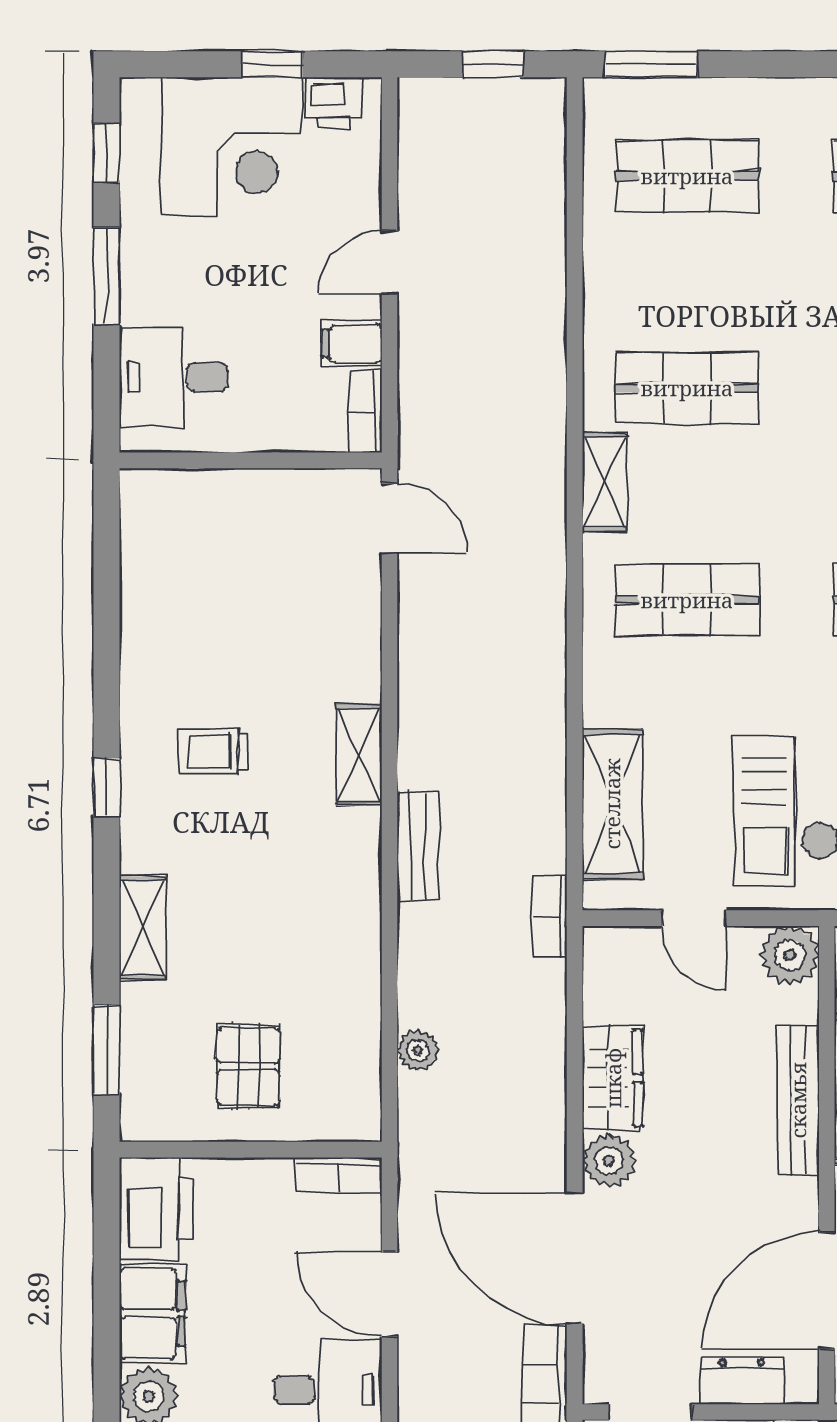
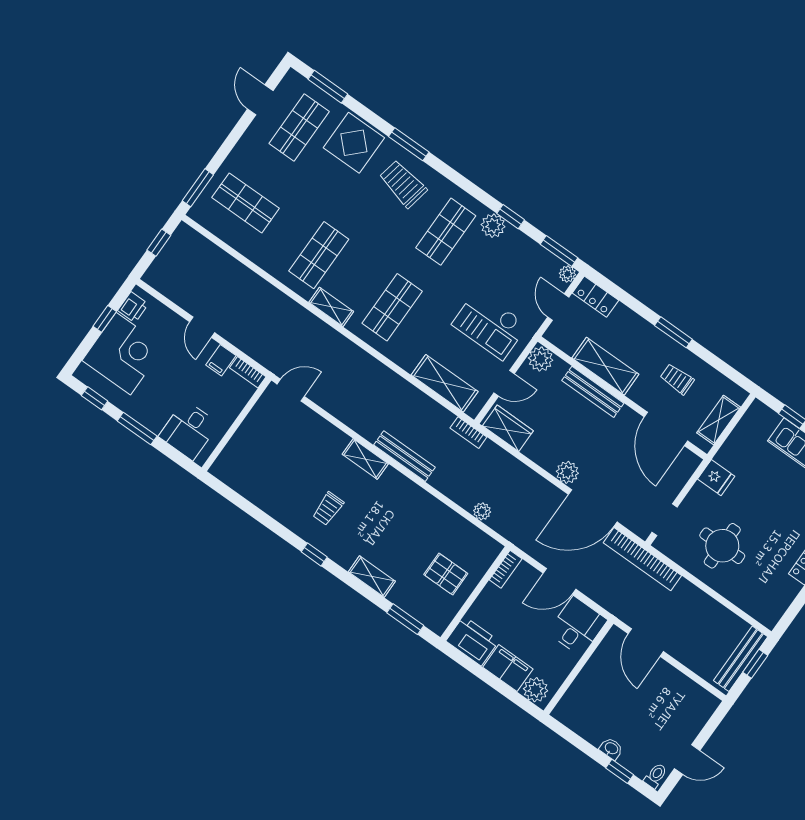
shop shelf: (687, 176) -> (245, 203), turned 90
bench: (418, 846) -> (404, 456), width x1.36
wardrobe: (613, 1078) -> (508, 428), moved
dresser: (742, 1381) -> (676, 480), removed

